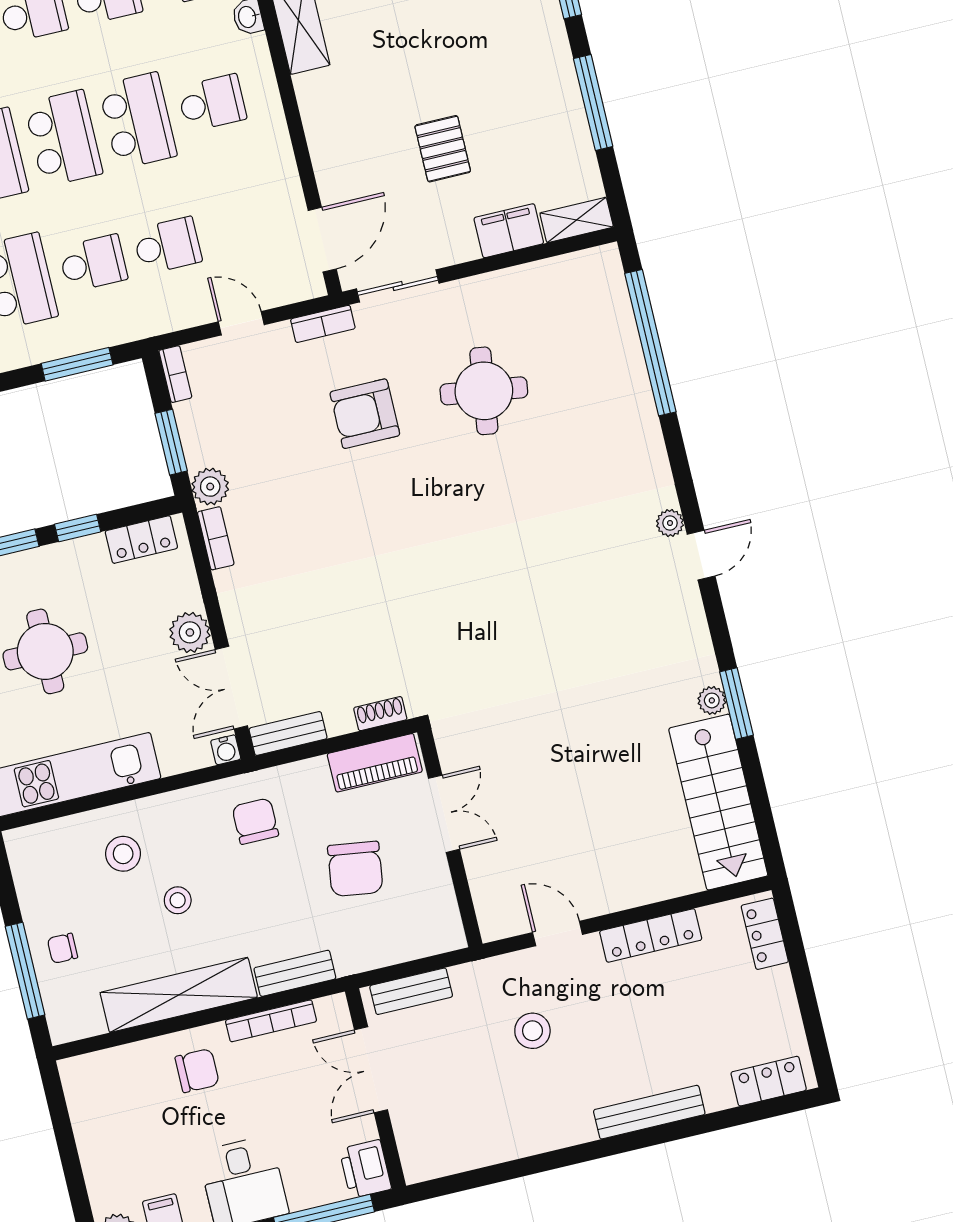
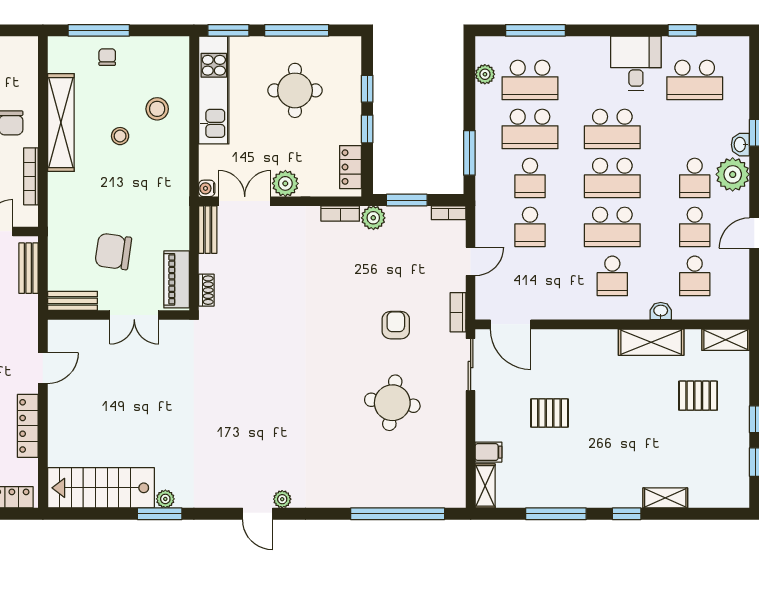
filing cabinet: (509, 231) -> (489, 452), width x0.50
armchair: (365, 414) -> (396, 325), width x0.72, depth x0.72
chair: (255, 821) -> (158, 196), removed
bench: (295, 973) -> (72, 301), moved, turned 90

